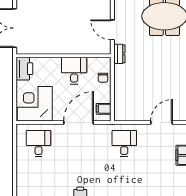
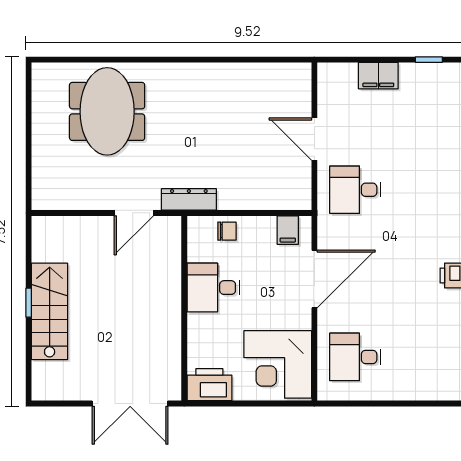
dresser: (119, 54) -> (189, 199), width x1.44
door: (79, 123) -> (314, 279), swing flipped
door: (162, 123) -> (314, 139), moved

